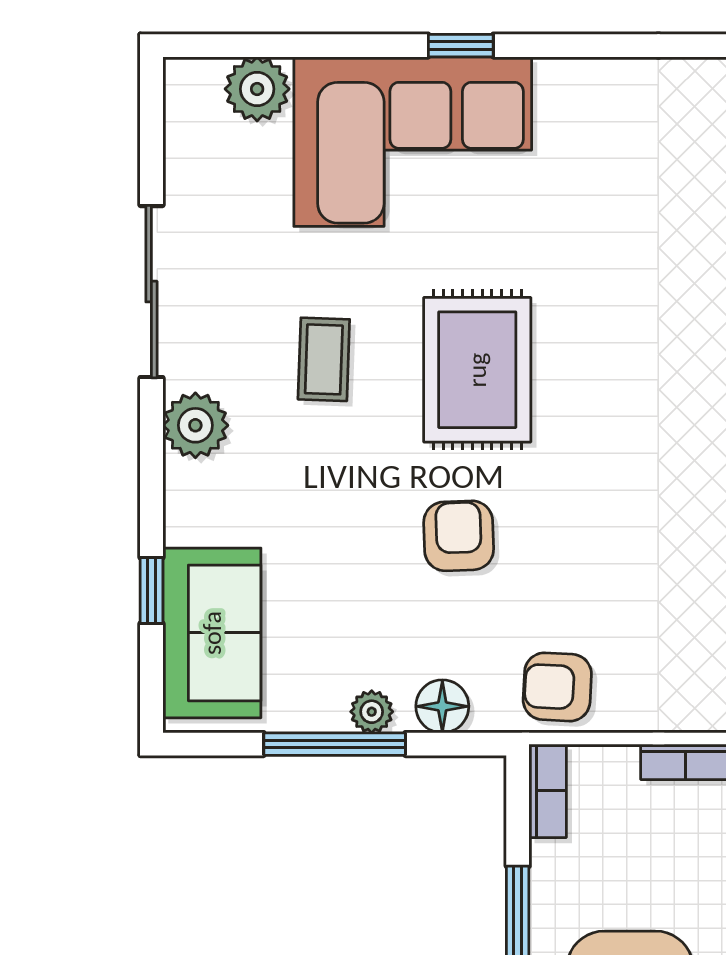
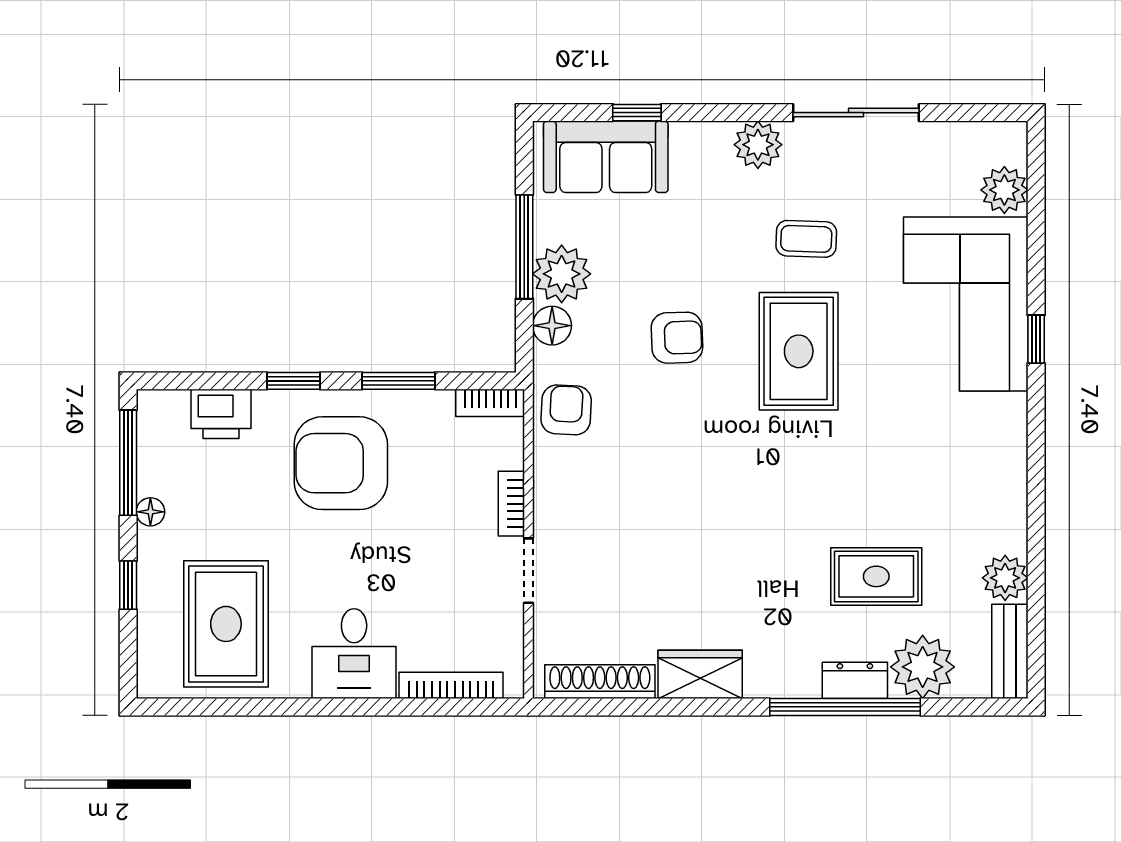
rug: (477, 370) -> (799, 351), turned 90
plant: (372, 712) -> (562, 274), width x1.88, depth x1.88

